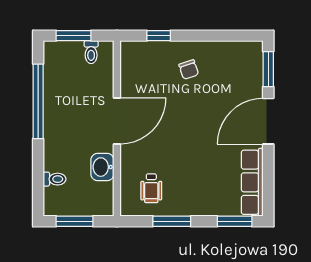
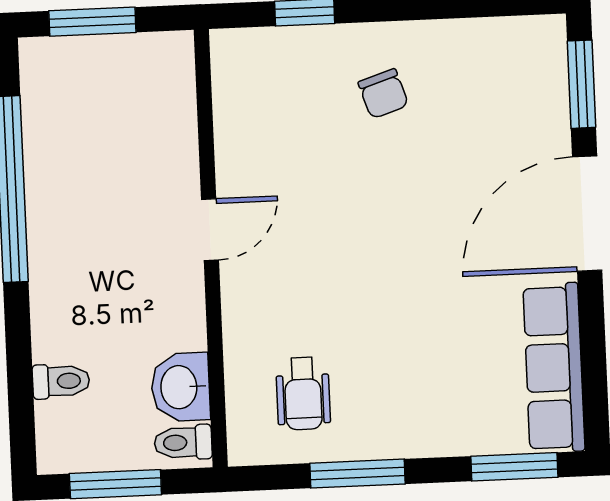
toilet: (91, 52) -> (183, 442), moved, turned 90
door: (117, 121) -> (210, 230), width x0.53
washbasin: (102, 167) -> (181, 387), moved

